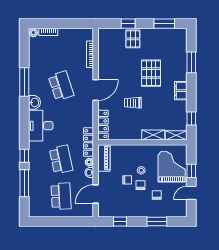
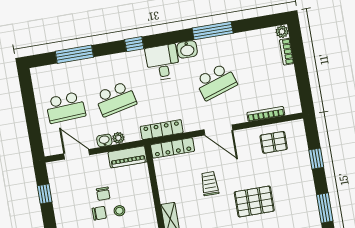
pallet: (133, 39) -> (274, 142), moved
desk: (41, 126) -> (163, 62), width x0.73
locker: (89, 142) -> (162, 130), moved
window: (24, 156) -> (134, 44), moved

